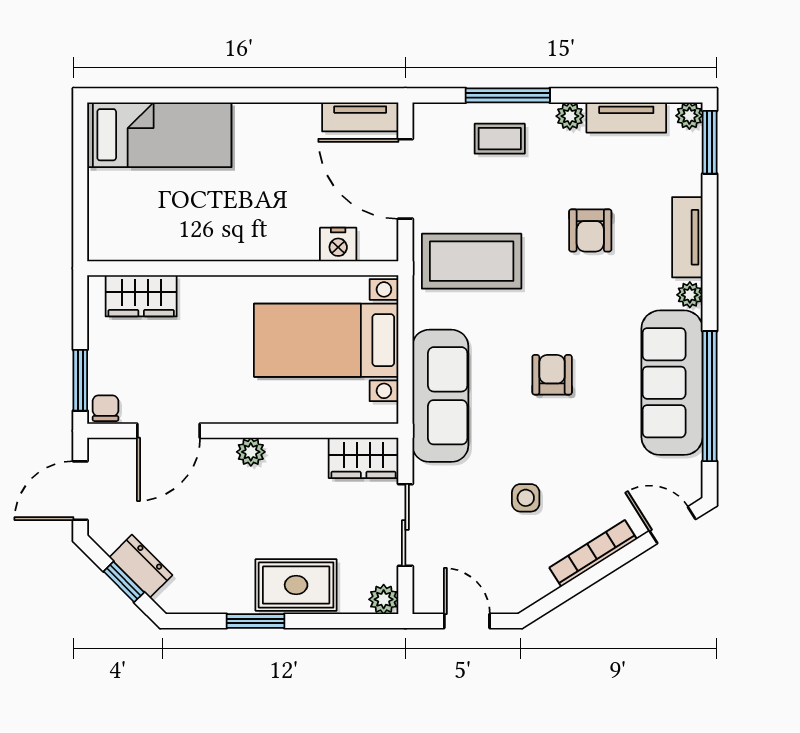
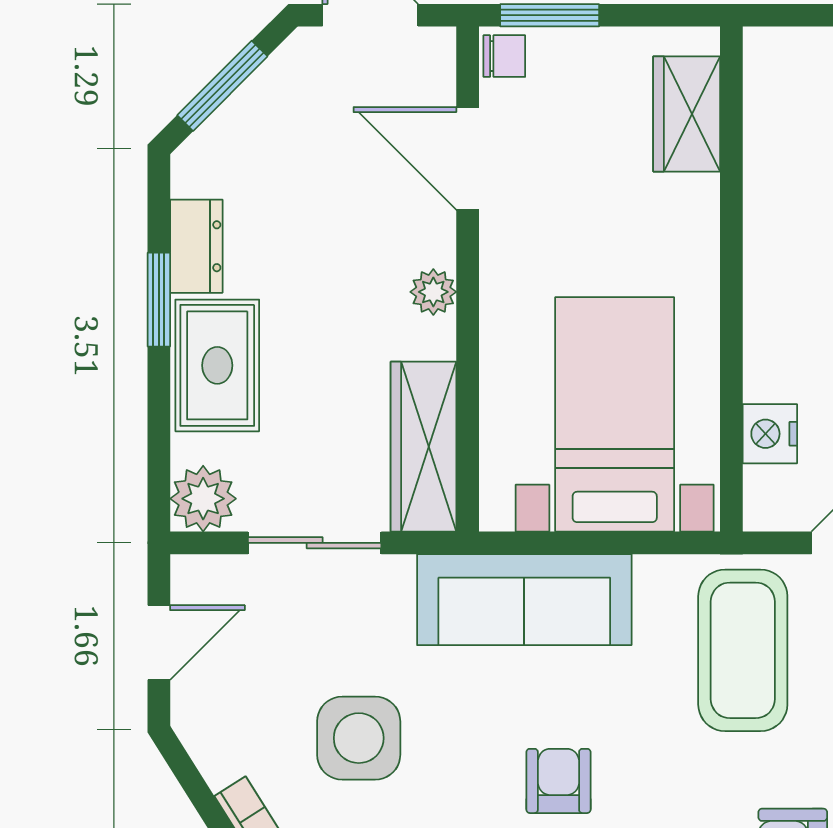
armchair: (552, 375) -> (558, 781), turned -90
wardrobe: (364, 458) -> (423, 447), width x1.50
side table: (526, 498) -> (359, 738), width x1.87, depth x1.87
dresser: (141, 566) -> (196, 246), moved, turned -45
window: (124, 582) -> (222, 86), width x1.50
plant: (384, 599) -> (203, 499), width x1.38, depth x1.38

